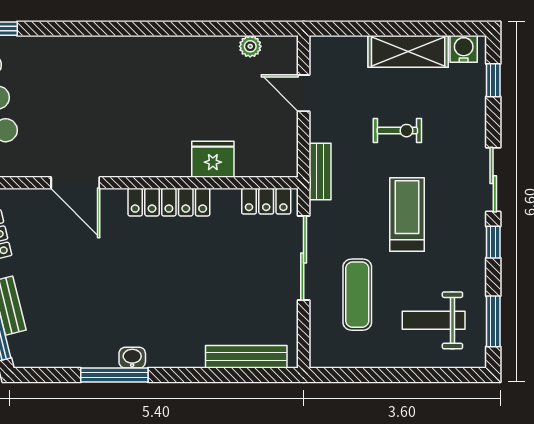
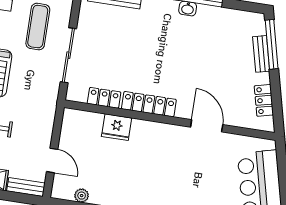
bench: (320, 171) -> (26, 187), moved, turned 90
locker: (266, 201) -> (104, 98), moved

